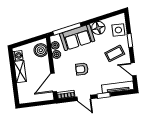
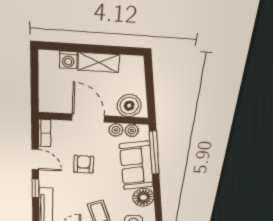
washing machine: (18, 56) -> (68, 60), moved
door: (54, 83) -> (88, 118), moved
door: (84, 98) -> (35, 160), swing flipped

